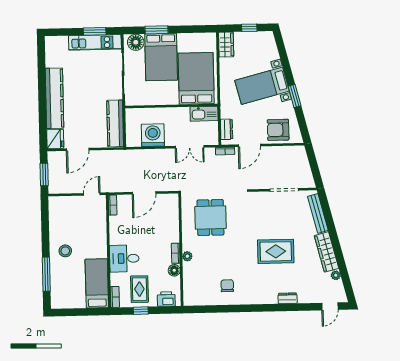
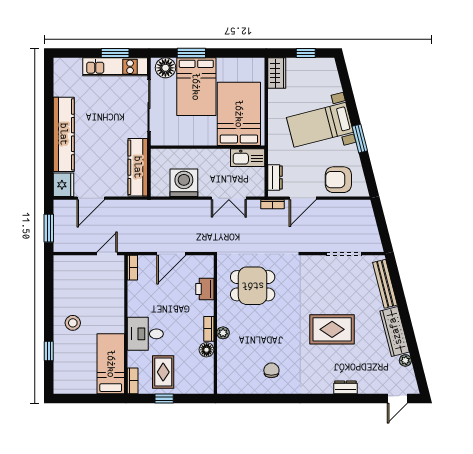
dining table: (210, 217) -> (253, 286), turned 90
window: (46, 274) -> (49, 351), width x0.46
printer: (166, 299) -> (205, 289), moved, turned -90

